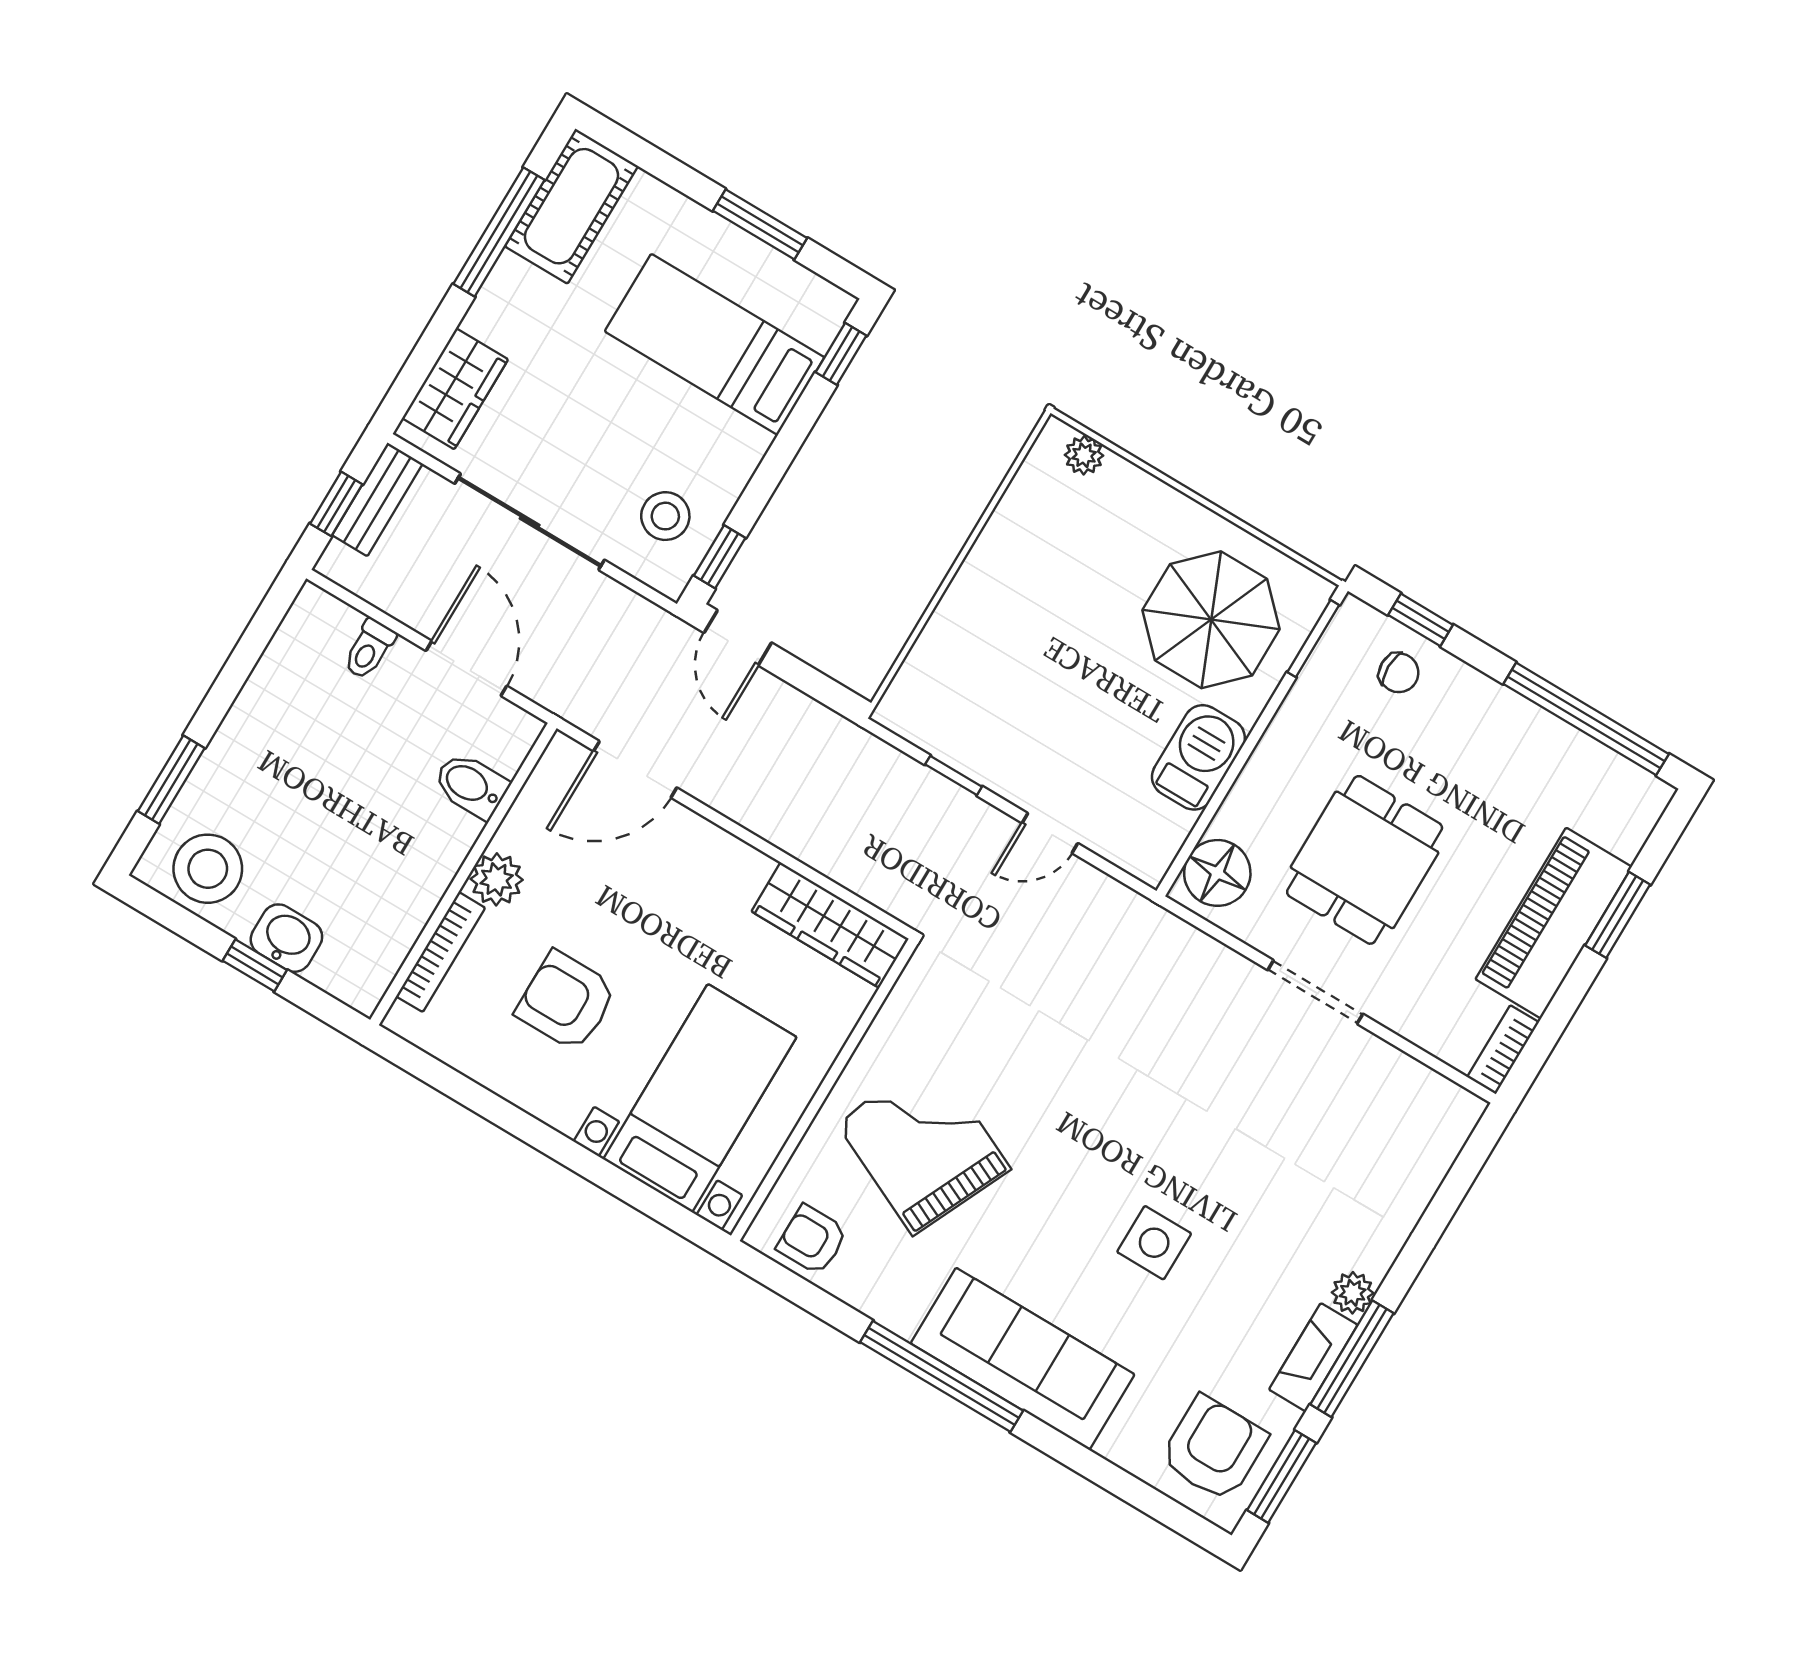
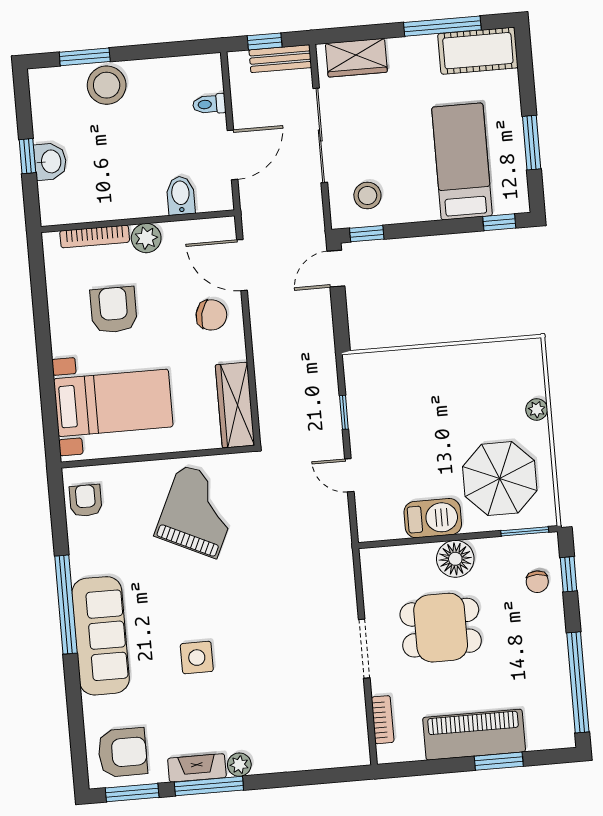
plant: (1084, 455) -> (537, 409), moved
chair: (675, 865) -> (211, 315), added
stool: (208, 869) -> (107, 85), moved
floor lamp: (1217, 873) -> (455, 559), moved
bookcase: (1503, 1050) -> (383, 720), moved, turned 90
grand piano: (923, 1146) -> (198, 511), moved

